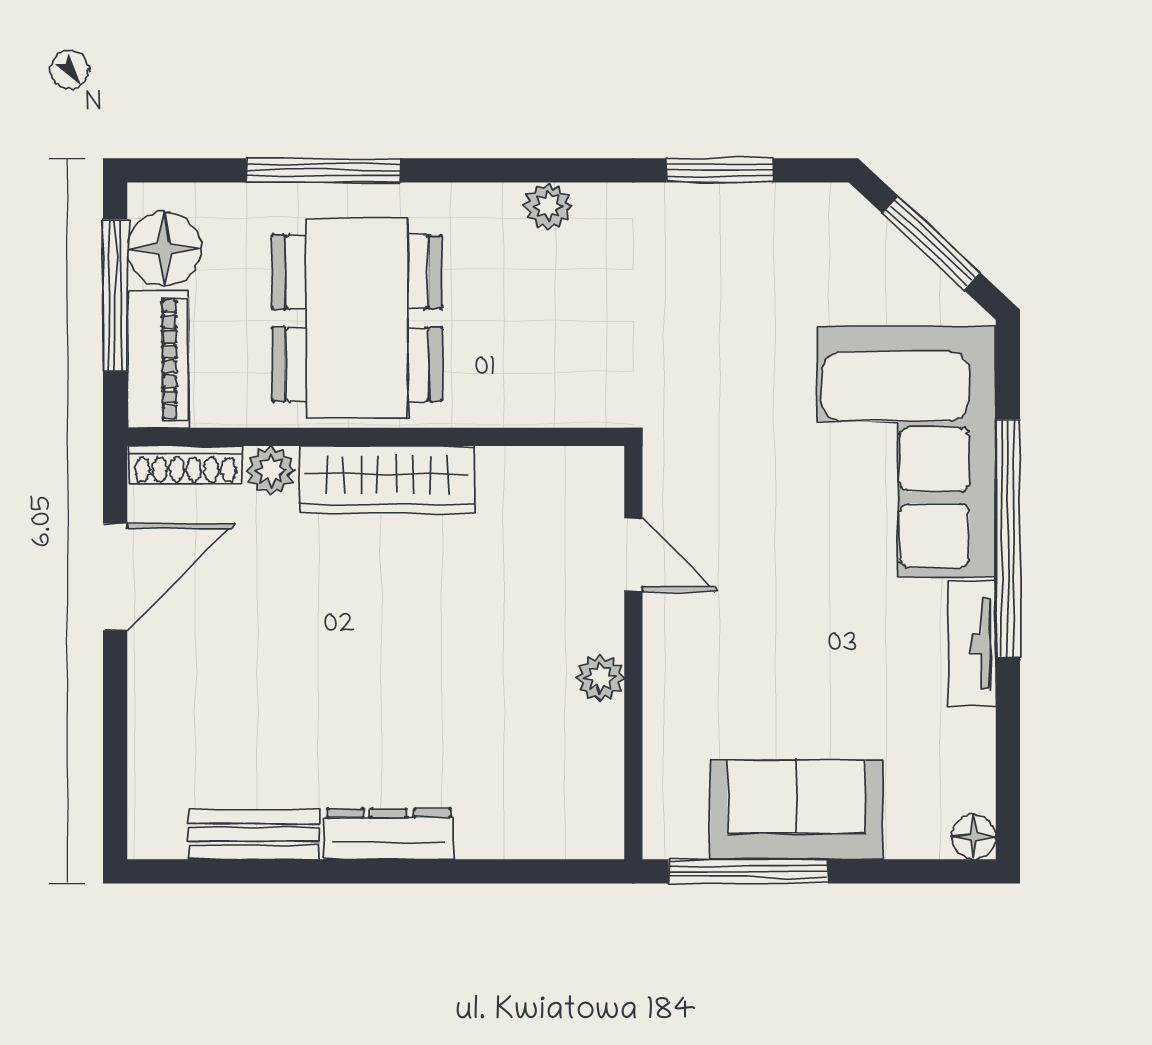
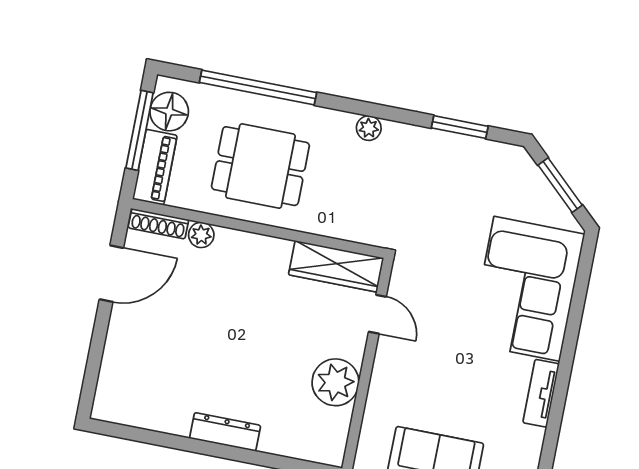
window: (323, 170) -> (258, 87), width x1.46
dining table: (357, 318) -> (260, 166), width x0.73
wardrobe: (387, 480) -> (336, 266), moved
window: (1008, 539) -> (570, 343), removed
plant: (600, 678) -> (335, 382), width x1.88, depth x1.88
bench: (253, 834) -> (156, 419), removed

